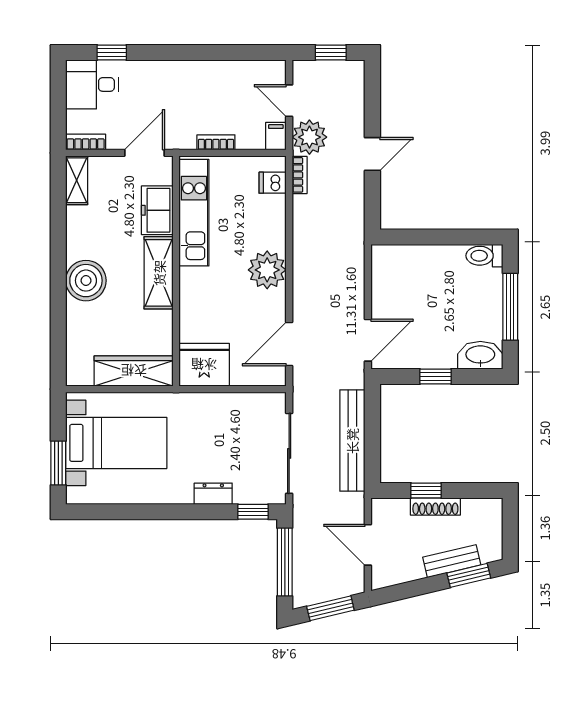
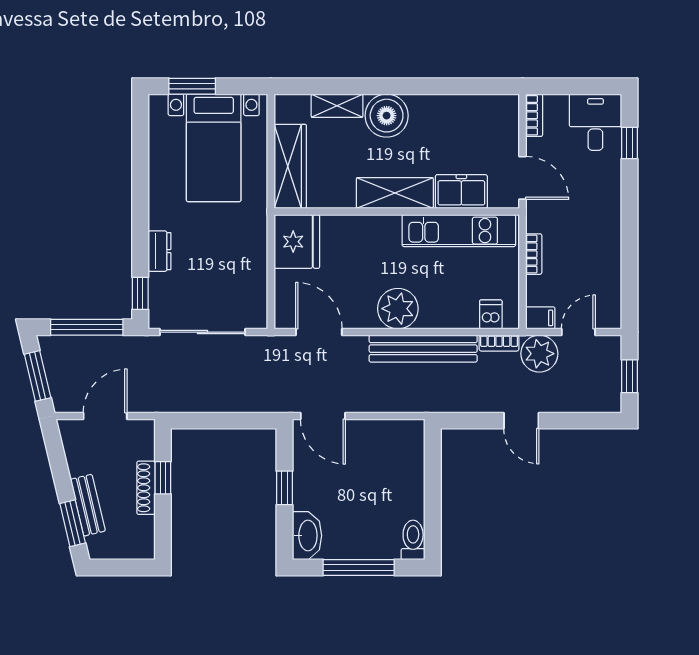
shelving: (77, 180) -> (337, 106), moved
bench: (352, 441) -> (423, 349), moved

